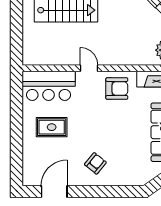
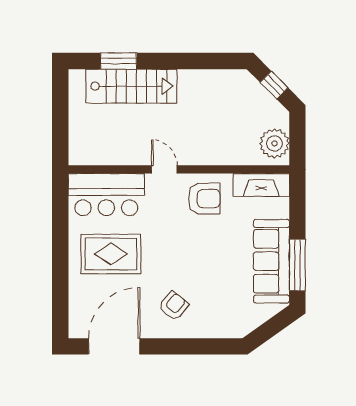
rug: (52, 127) -> (111, 254), width x1.36, depth x1.43
door: (54, 192) -> (114, 346), width x1.36

